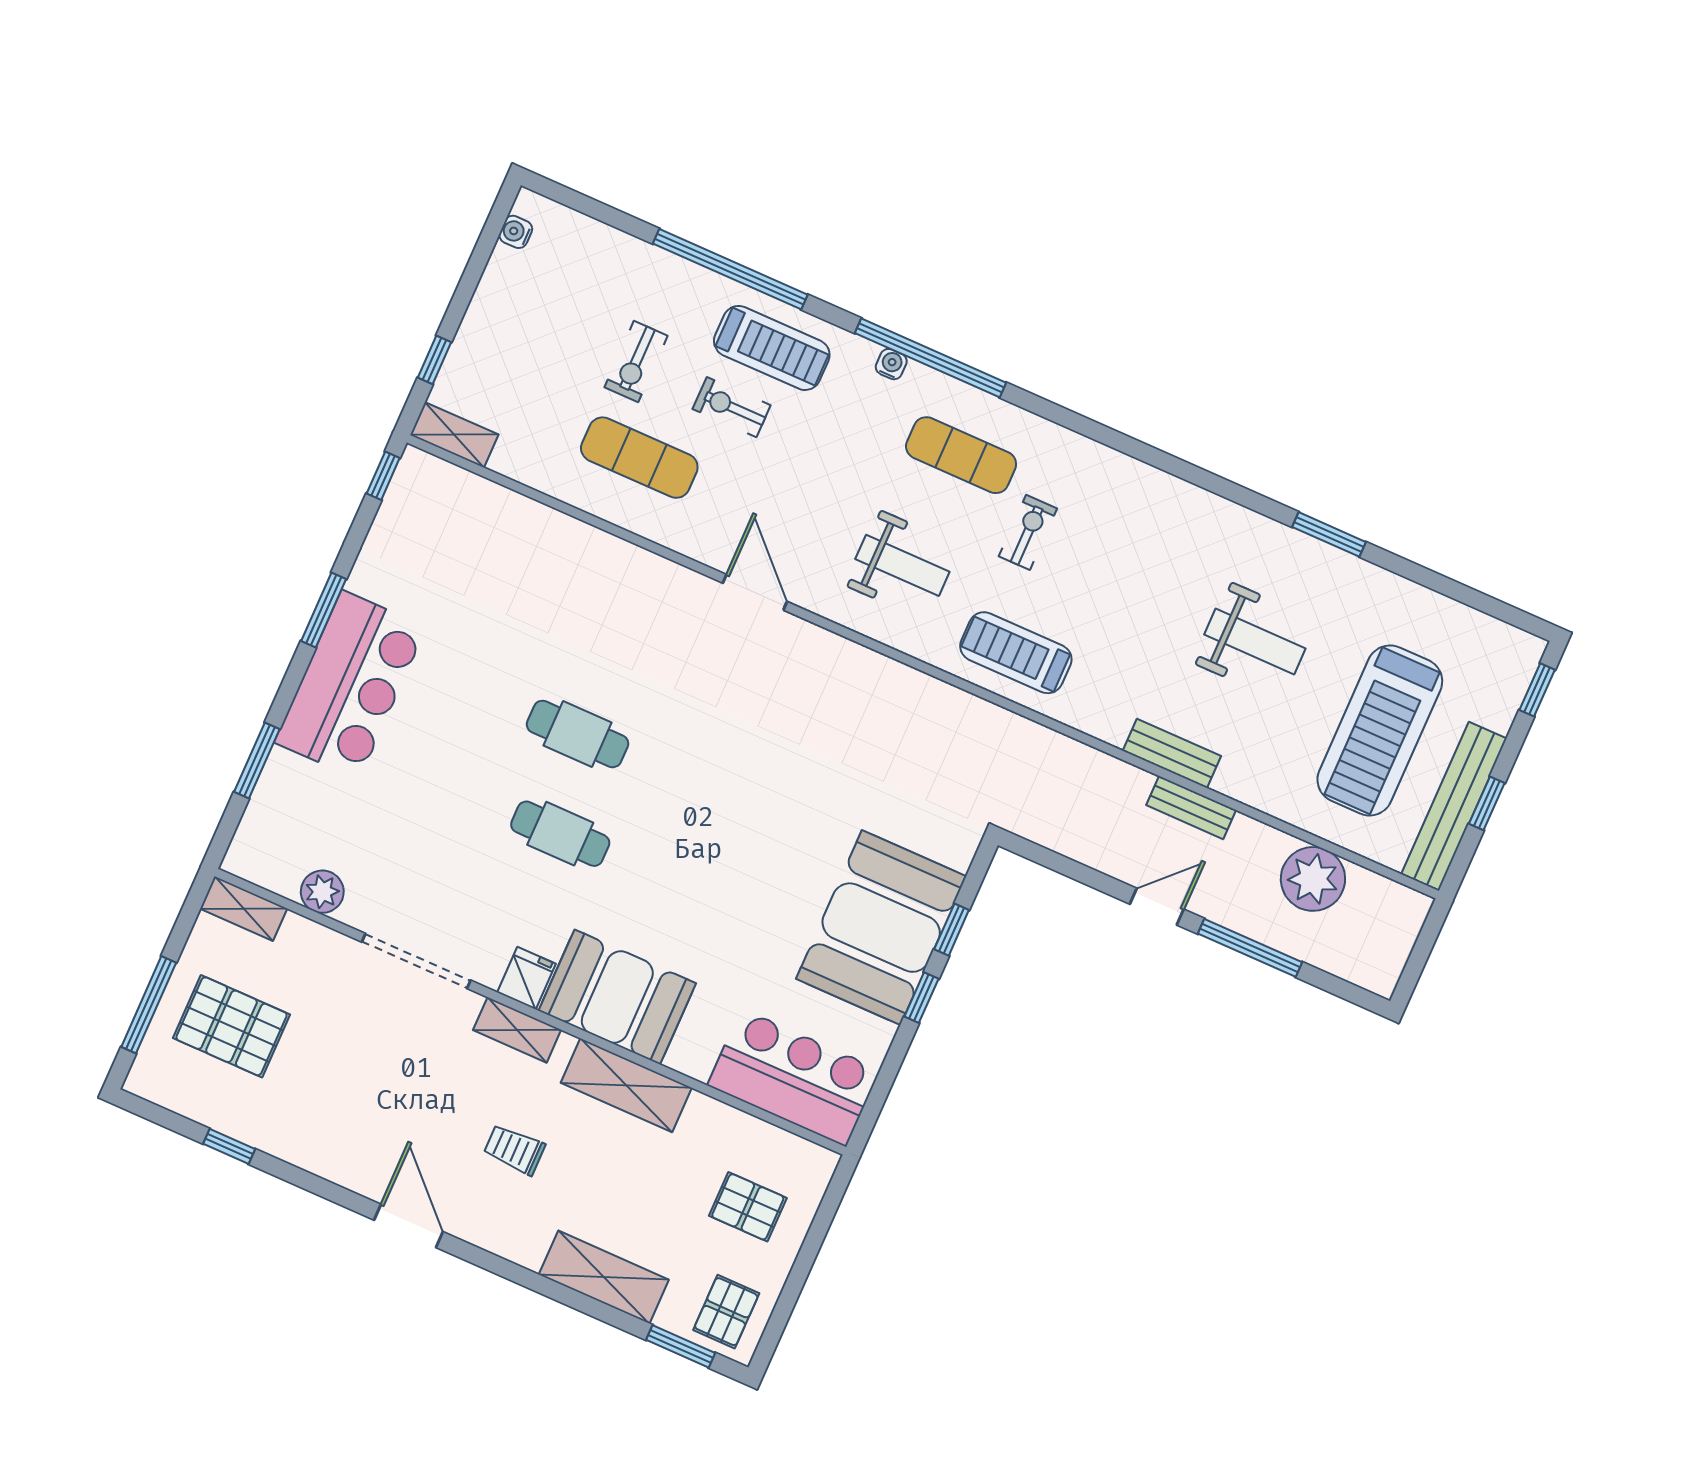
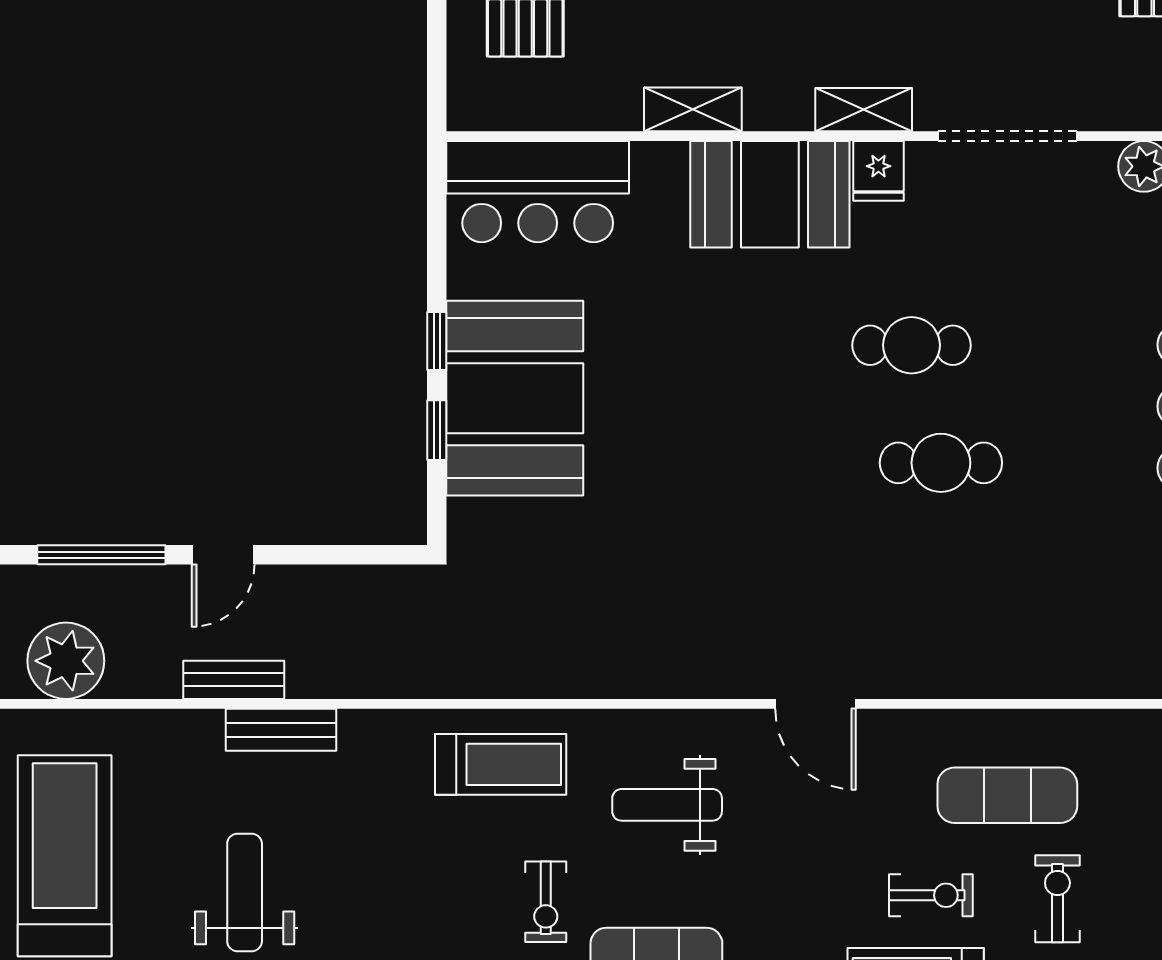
weight bench: (1255, 641) -> (245, 893), turned 90
shelving: (626, 1085) -> (693, 109), width x0.67, depth x0.75

